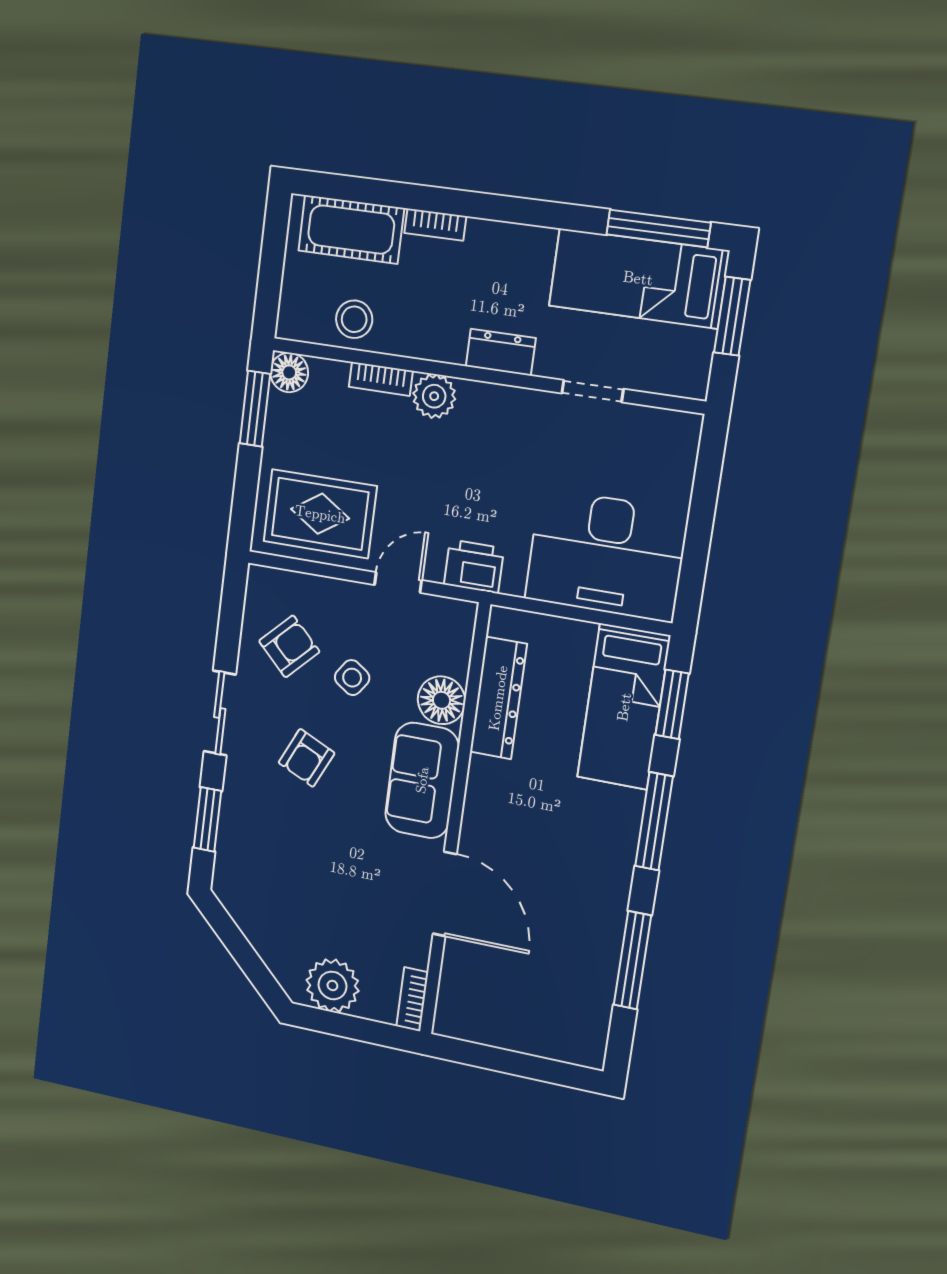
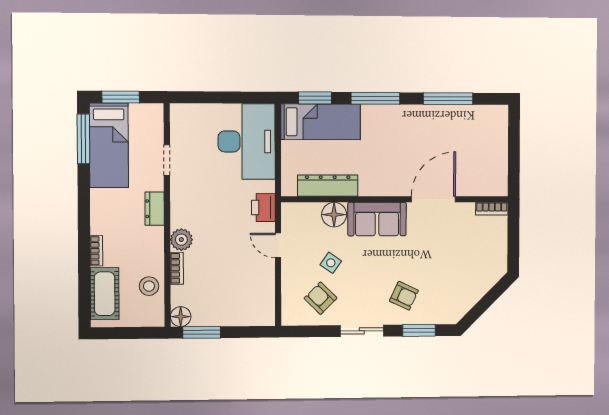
rug: (320, 514) -> (250, 291), removed
armchair: (307, 758) -> (404, 296), moved
plant: (332, 985) -> (493, 252), removed

